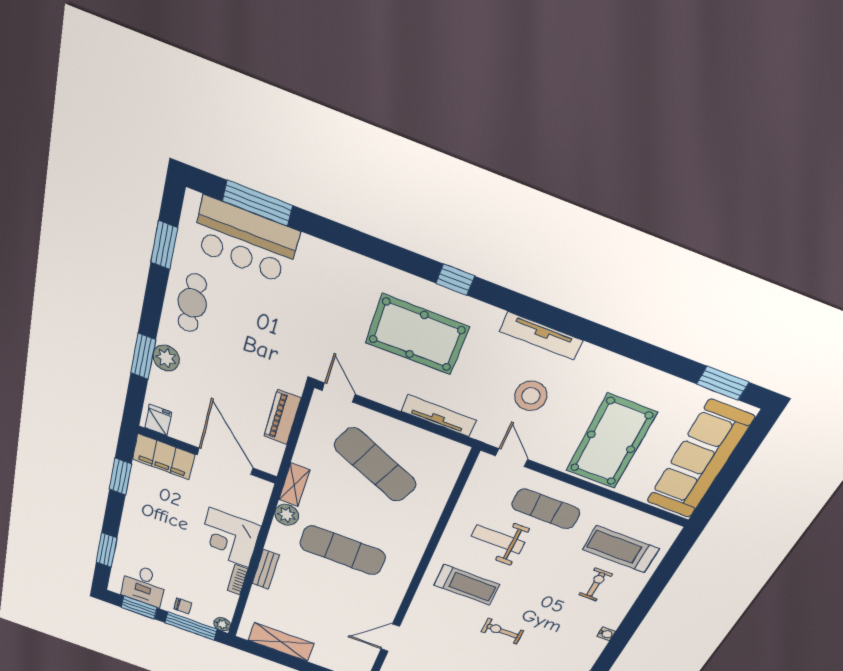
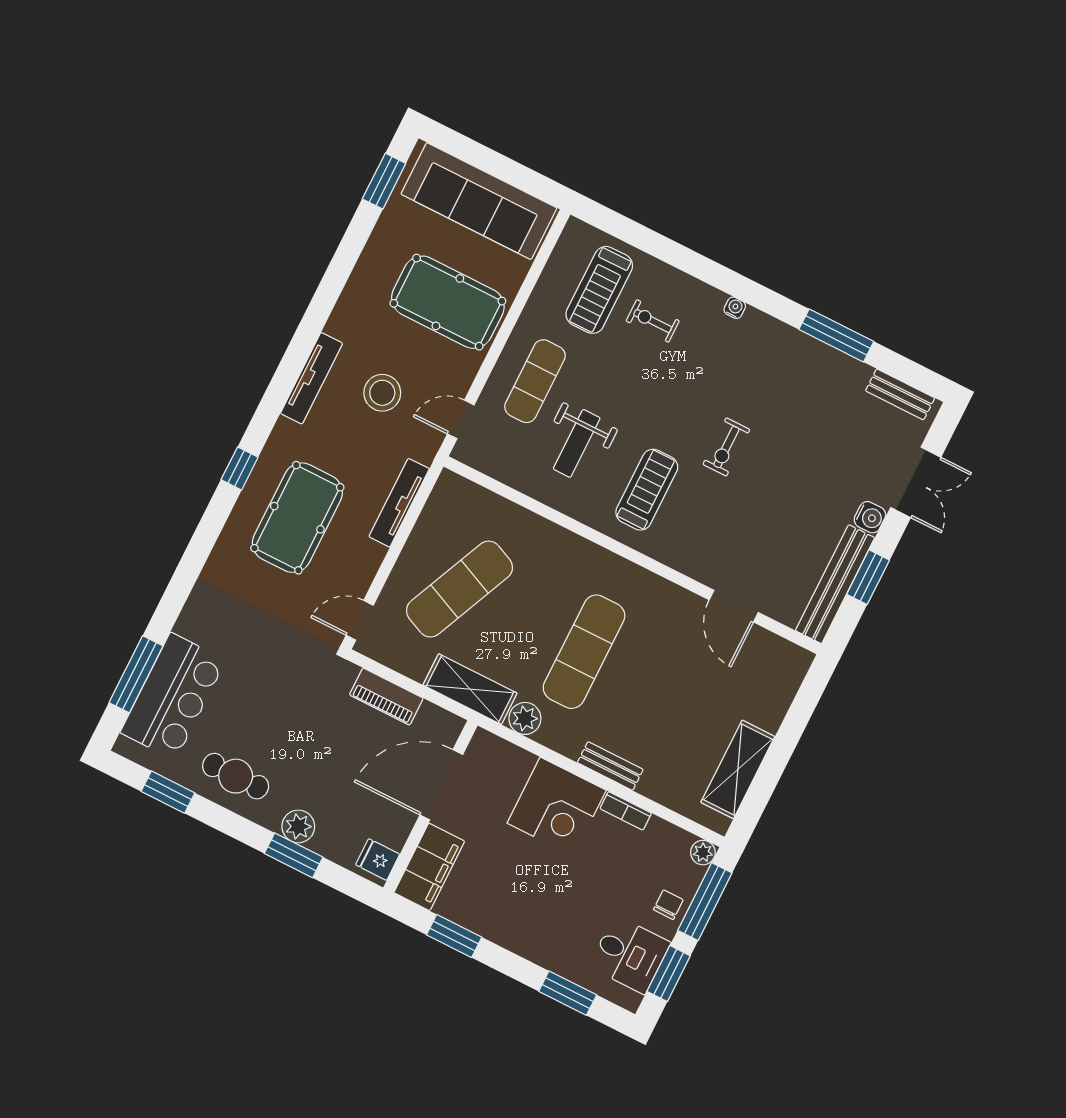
shelving: (294, 485) -> (470, 689), width x1.50, depth x1.33

